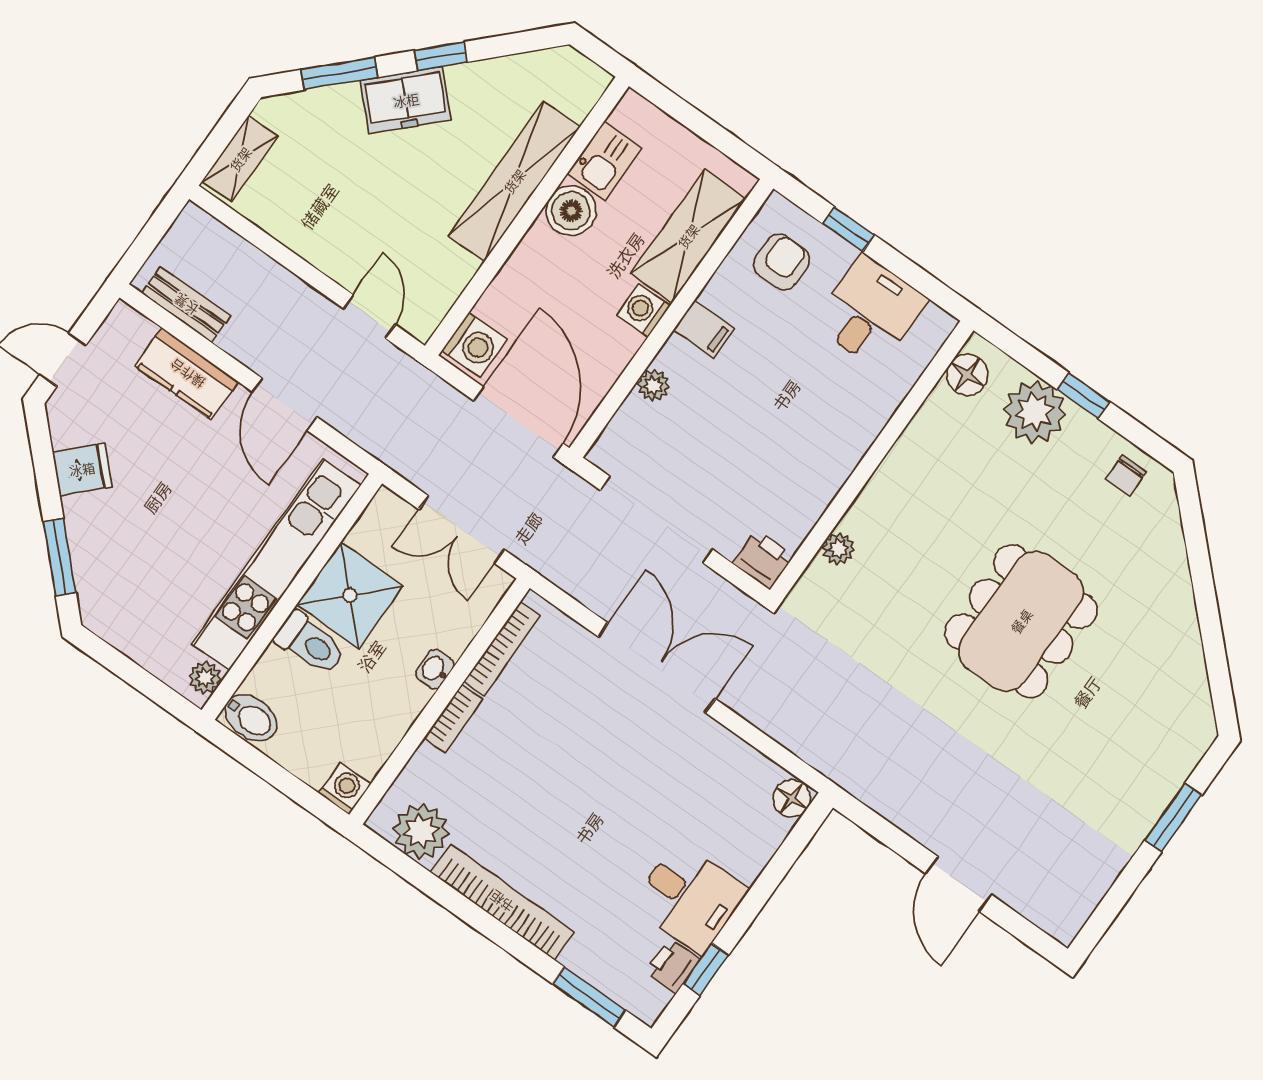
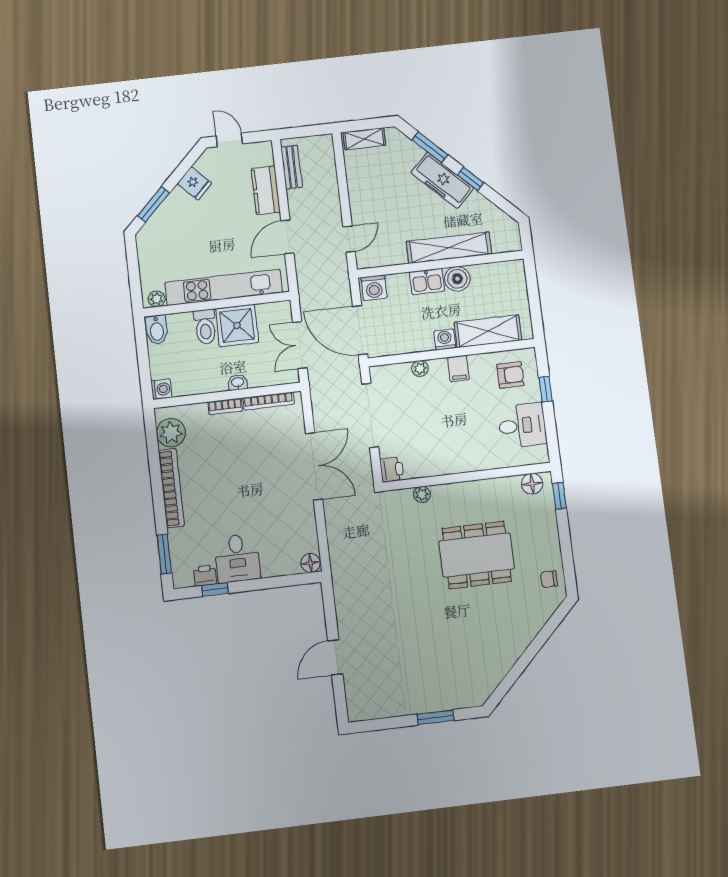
freezer: (406, 100) -> (442, 180), width x1.40
kitchen sink: (604, 161) -> (427, 281), moved
window: (1083, 396) -> (559, 496), moved
plant: (1034, 412) -> (541, 522), removed
door: (518, 422) -> (360, 330), swing flipped
dining table: (1021, 621) -> (477, 555), moved

